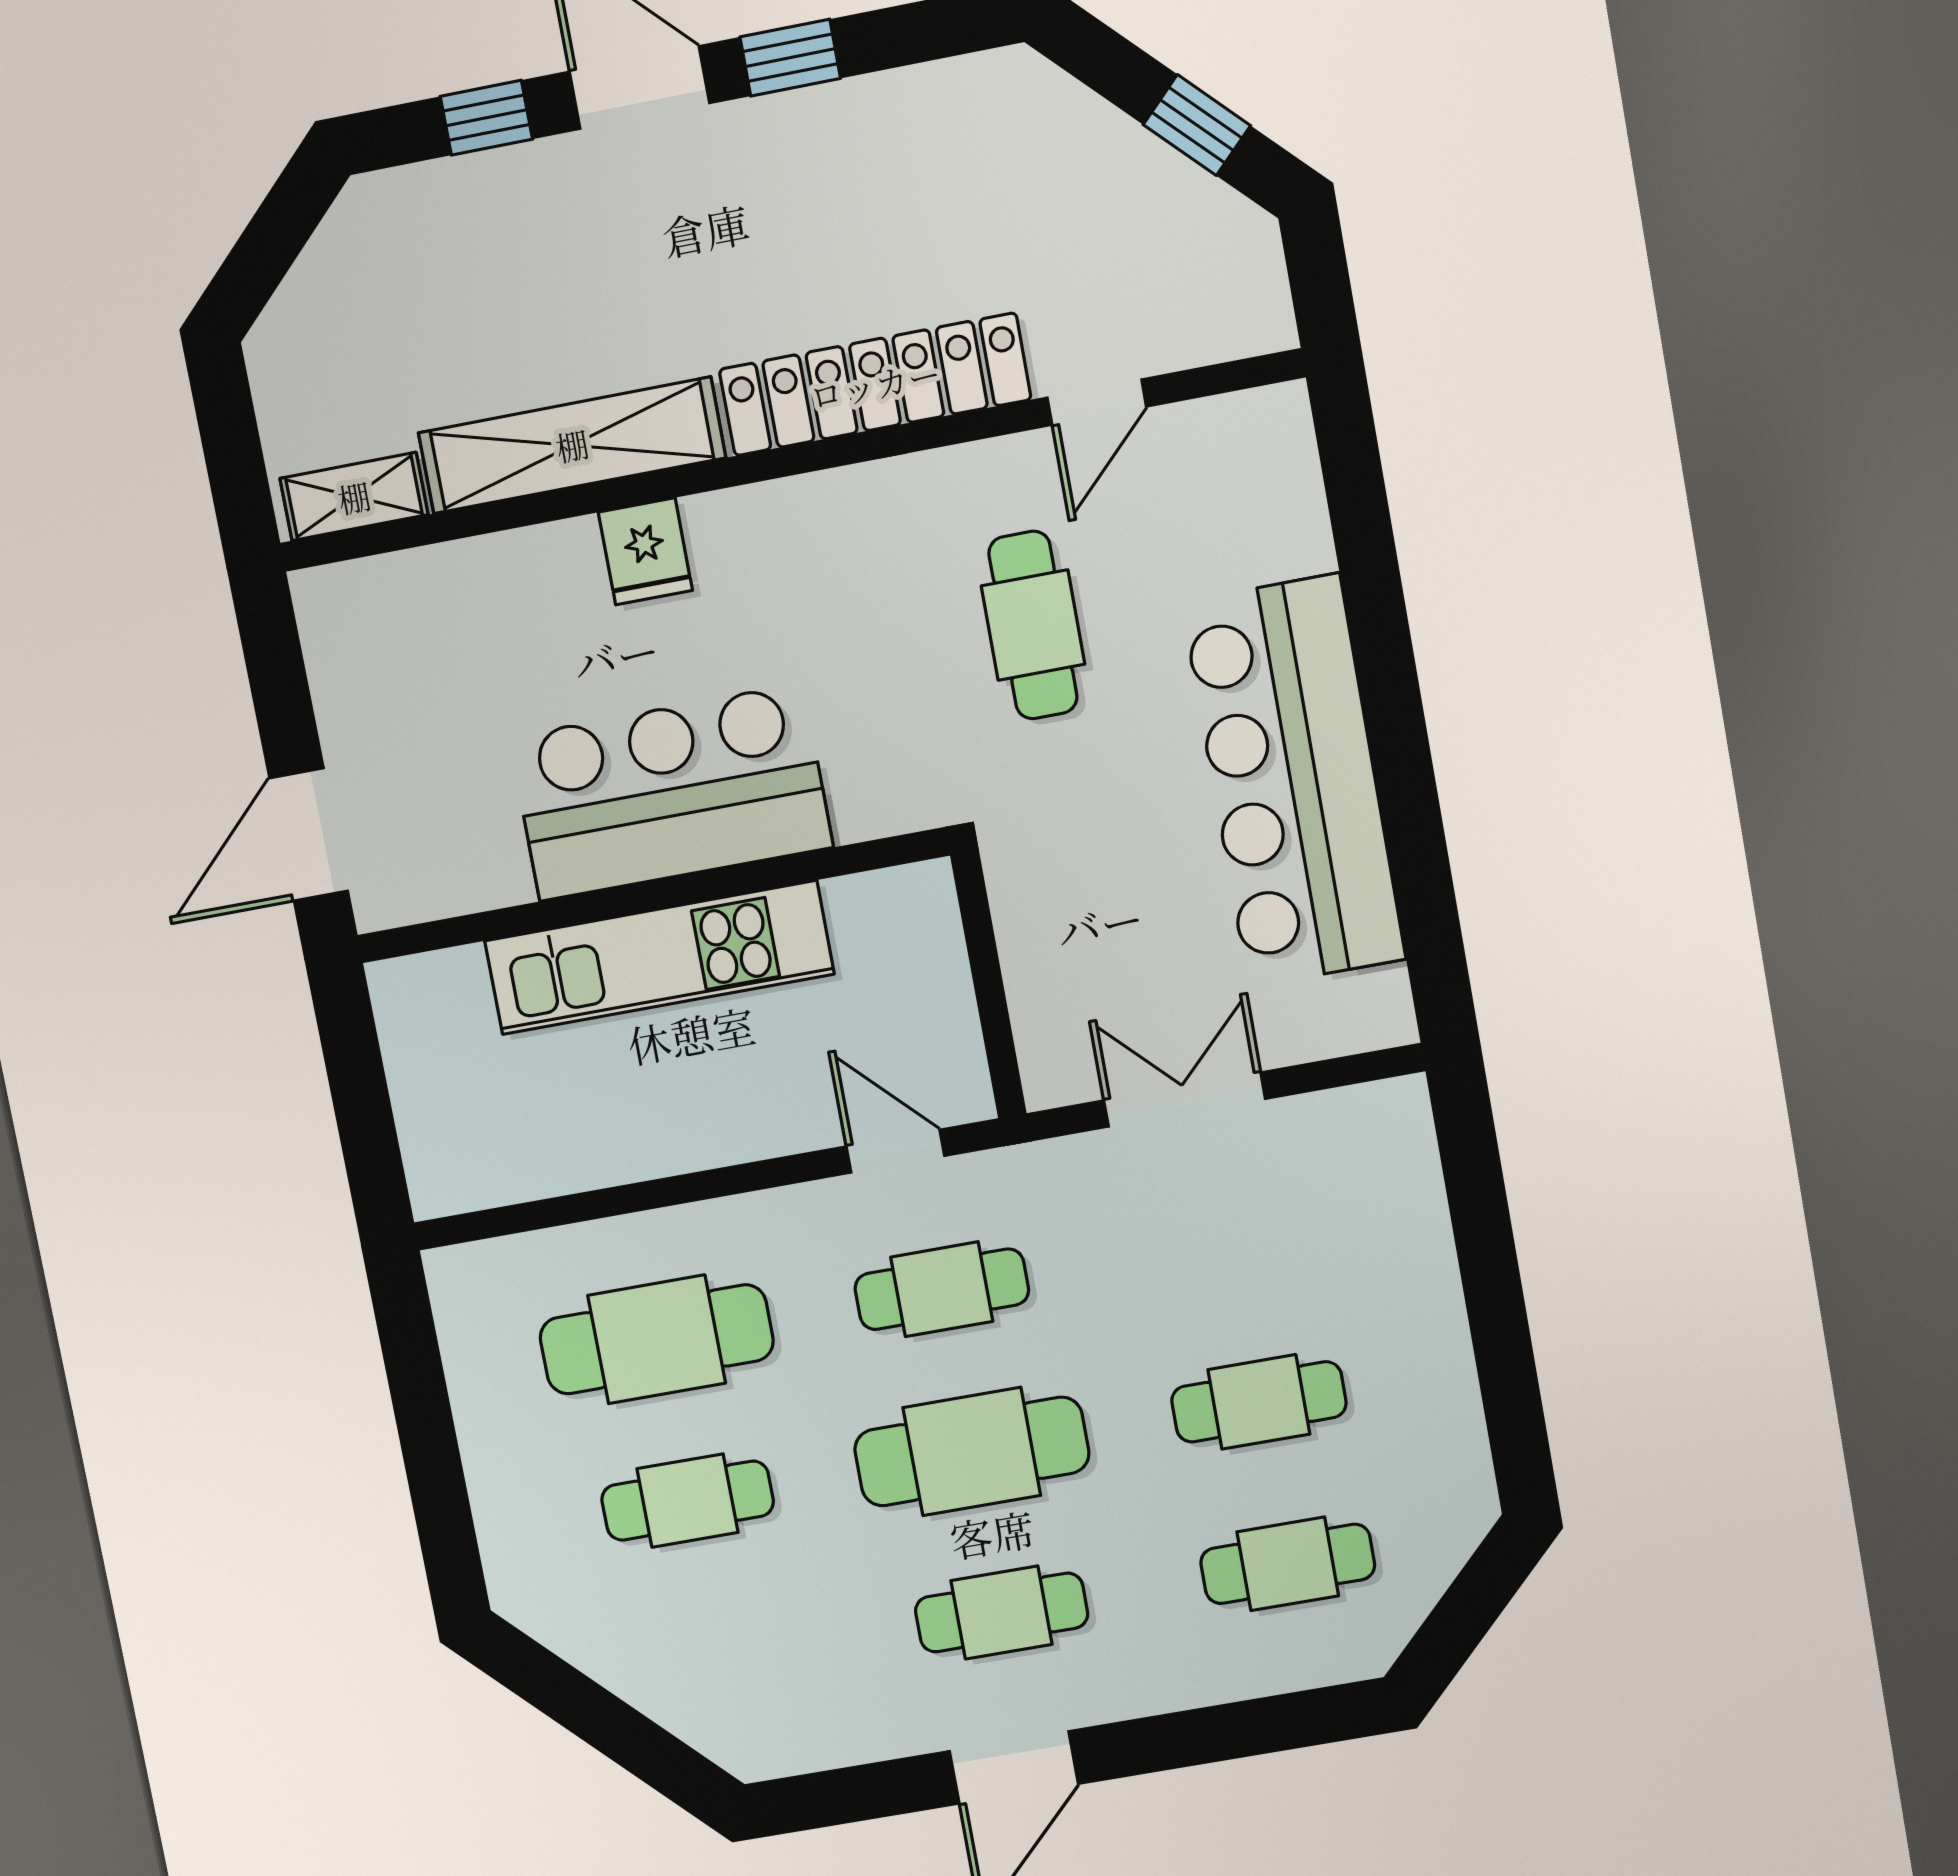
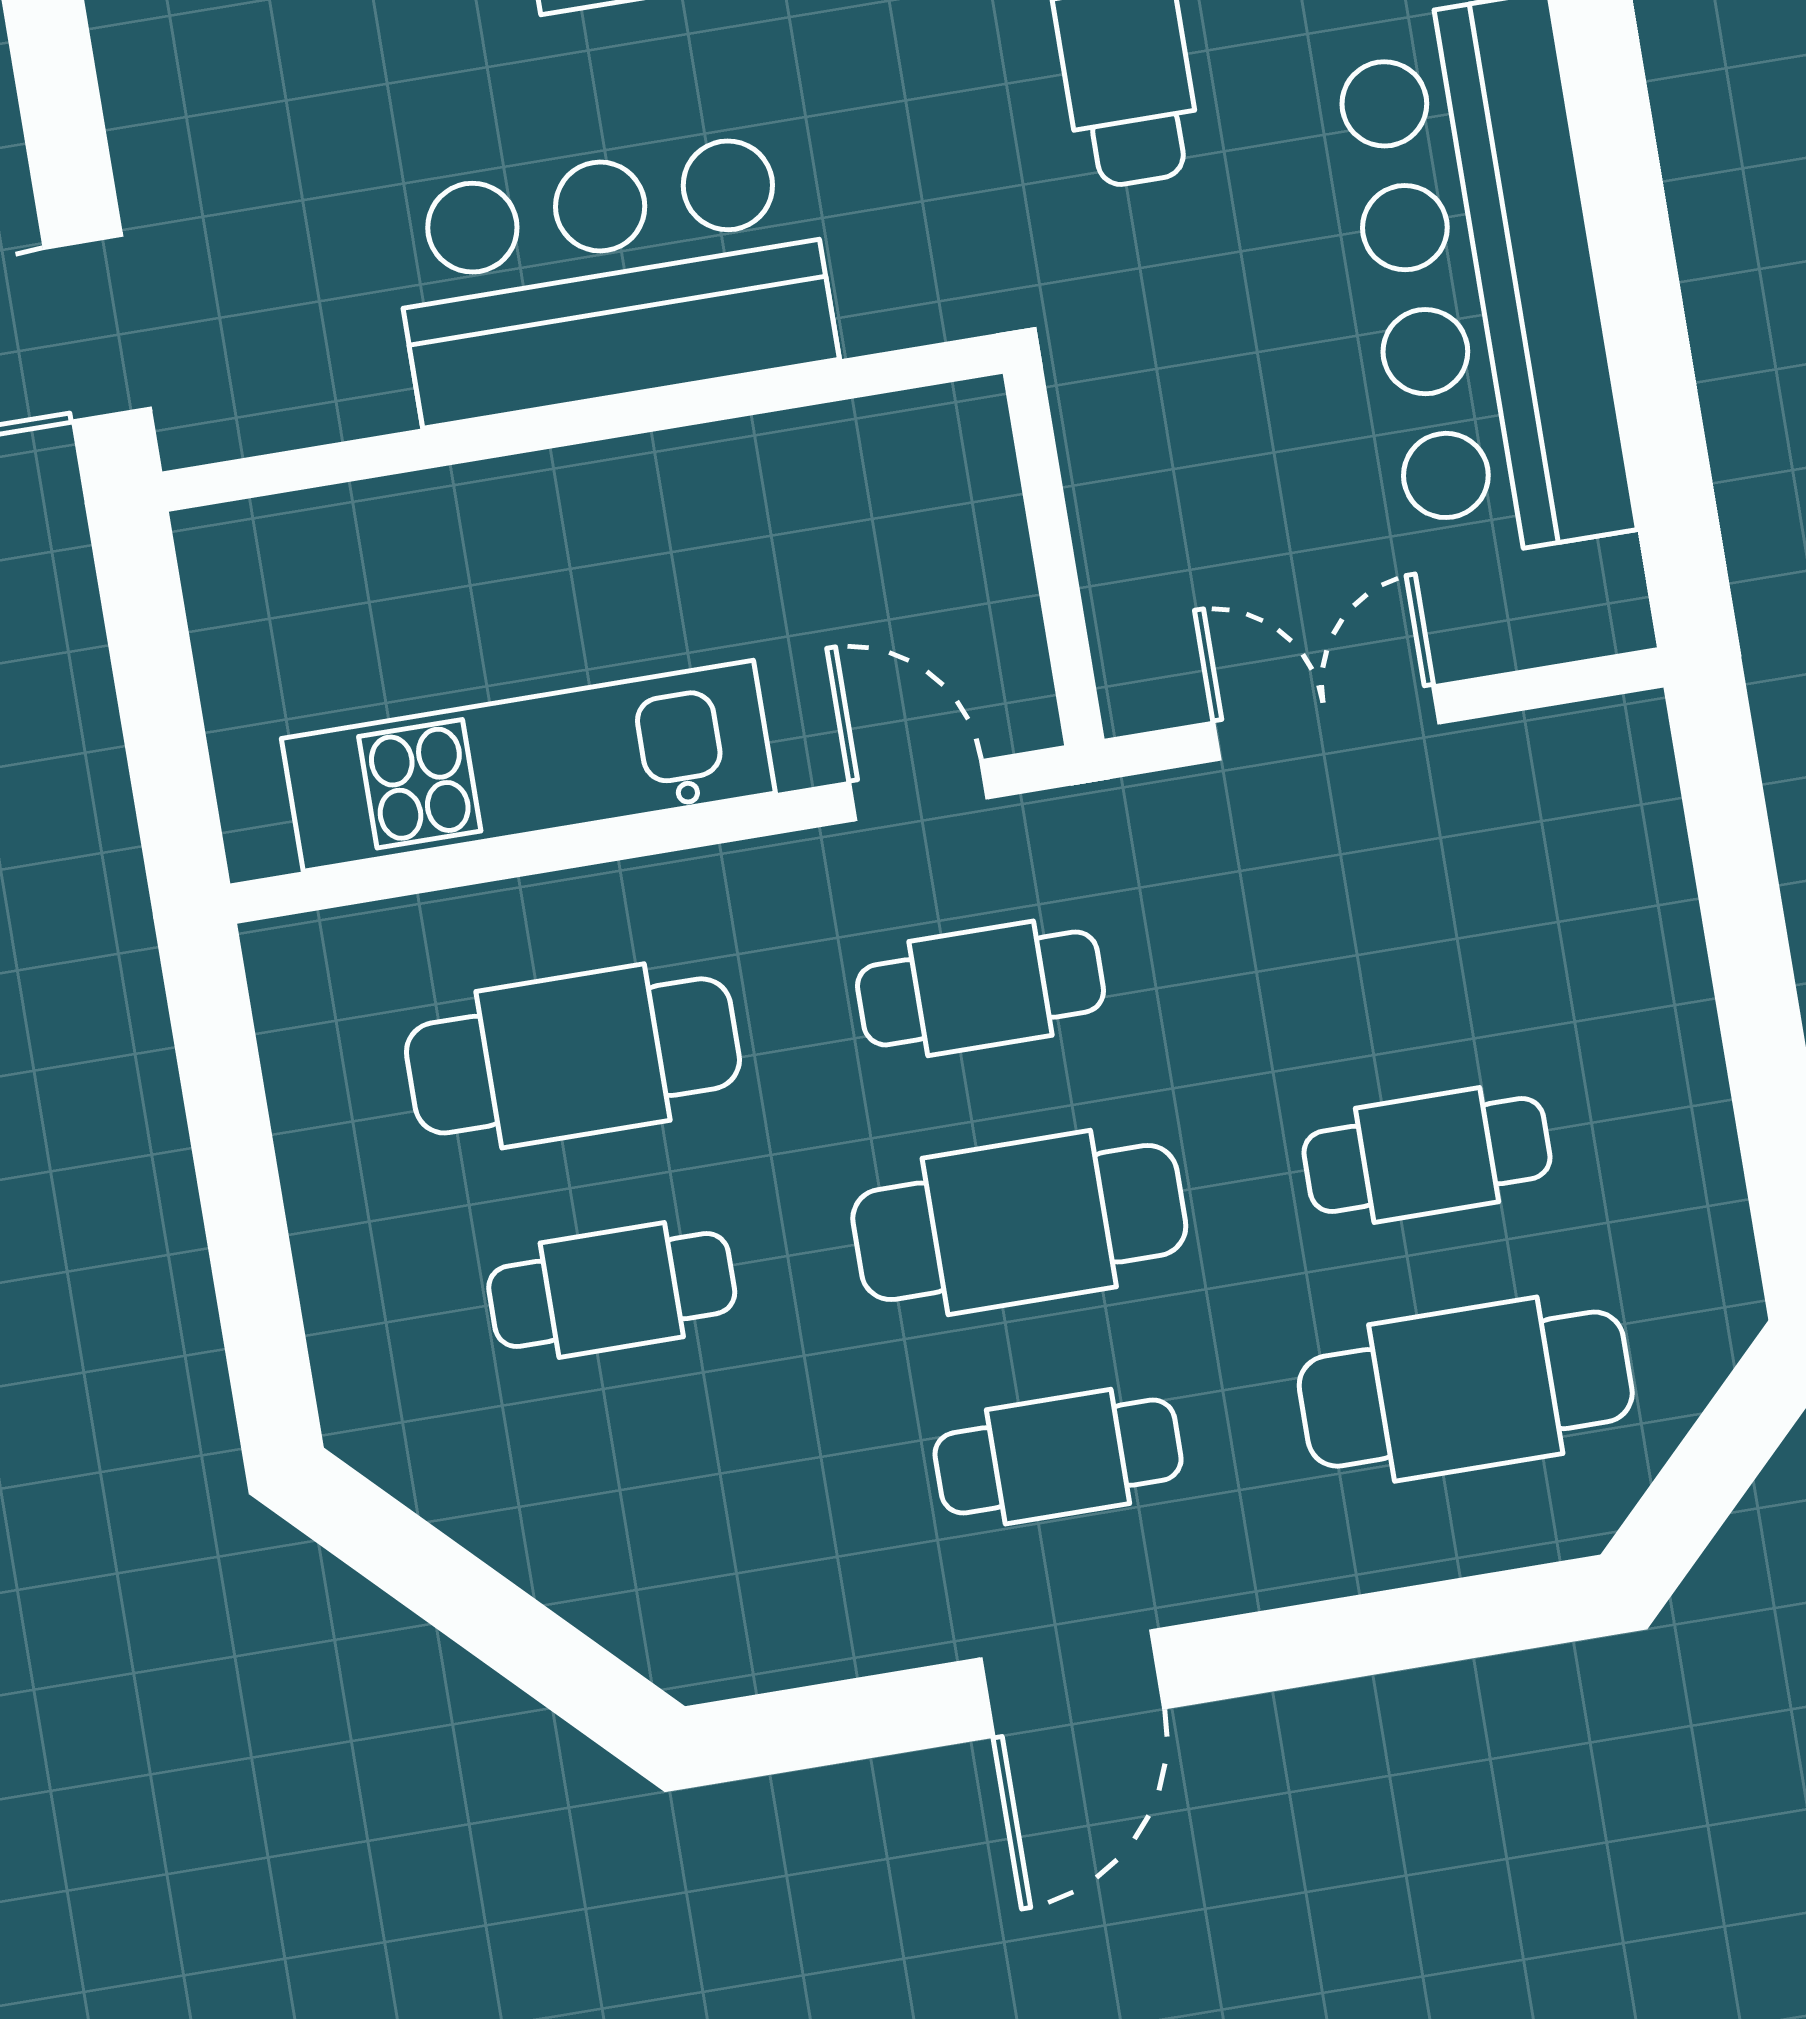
kitchen unit: (659, 957) -> (528, 766), moved, turned 180
cafe table: (1288, 1564) -> (1466, 1389), width x1.37, depth x1.35

